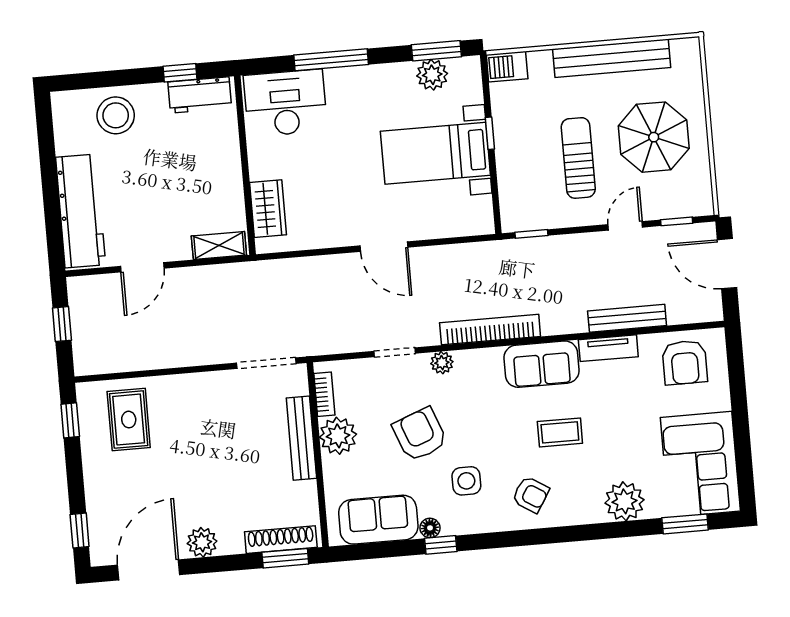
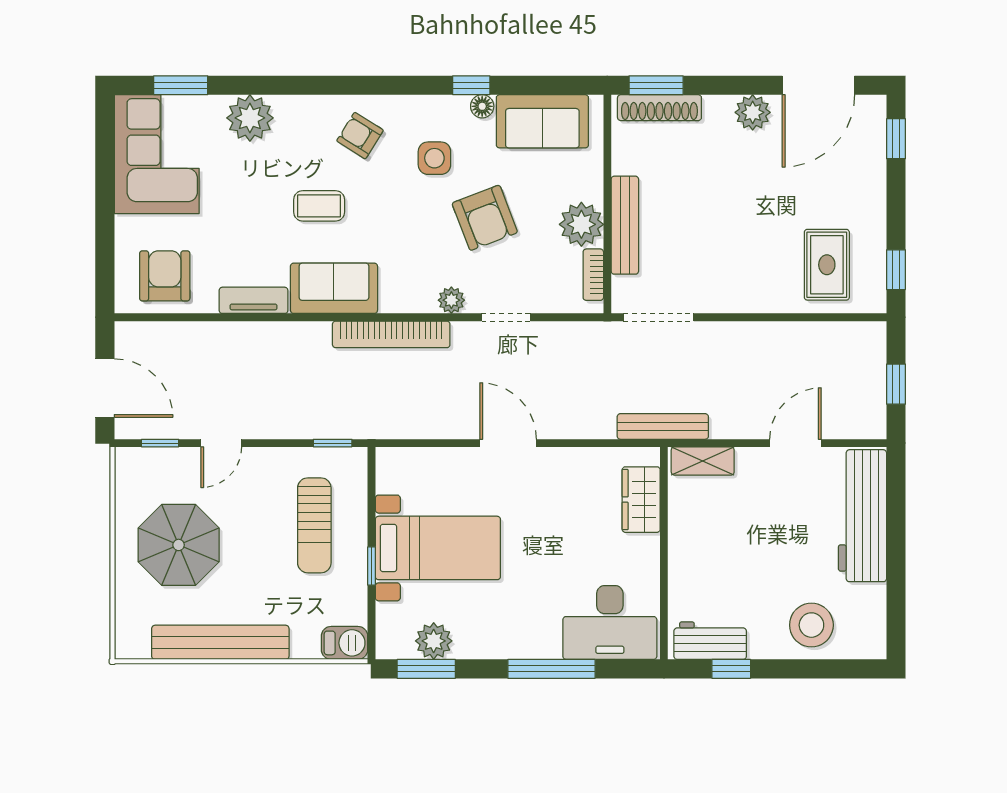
sun lounger: (578, 158) -> (314, 525), moved
bench: (627, 318) -> (663, 426), moved

